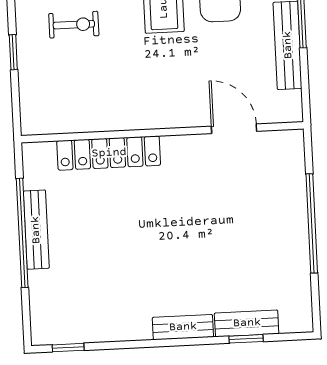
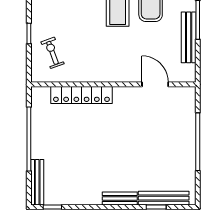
exercise bike: (74, 25) -> (52, 53), moved, turned -110
bench: (36, 230) -> (37, 182), moved
bench: (247, 323) -> (164, 198), width x1.36

